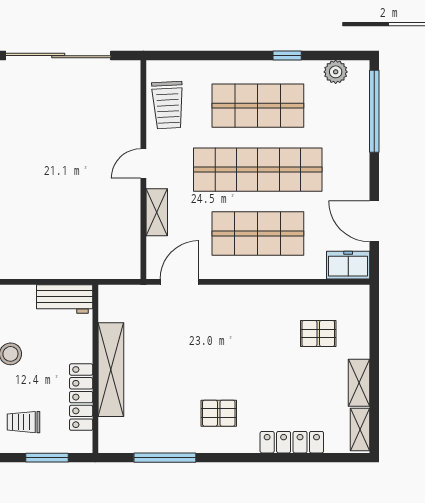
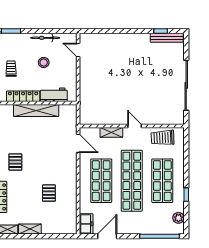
workbench: (65, 299) -> (54, 95), moved, turned 90
pallet: (318, 333) -> (49, 193), moved

